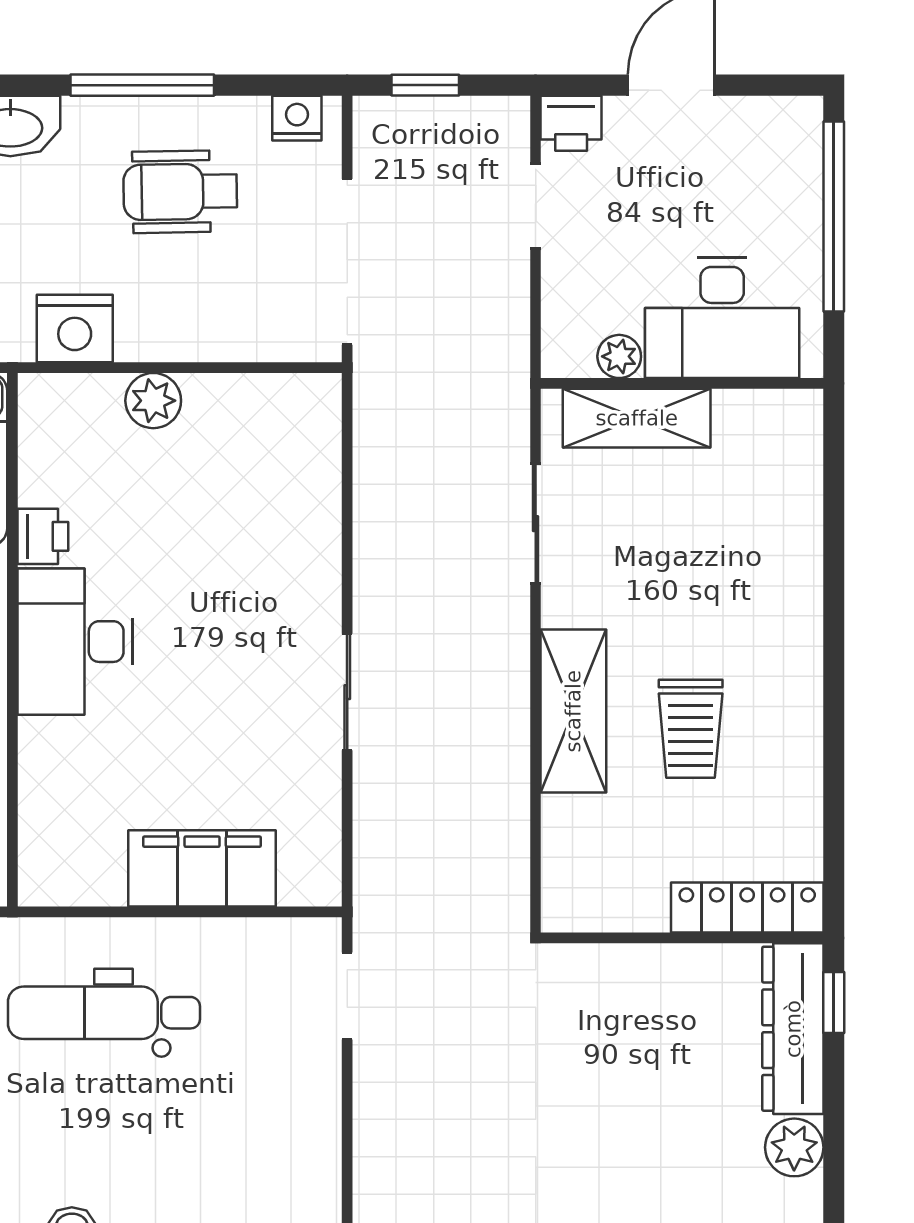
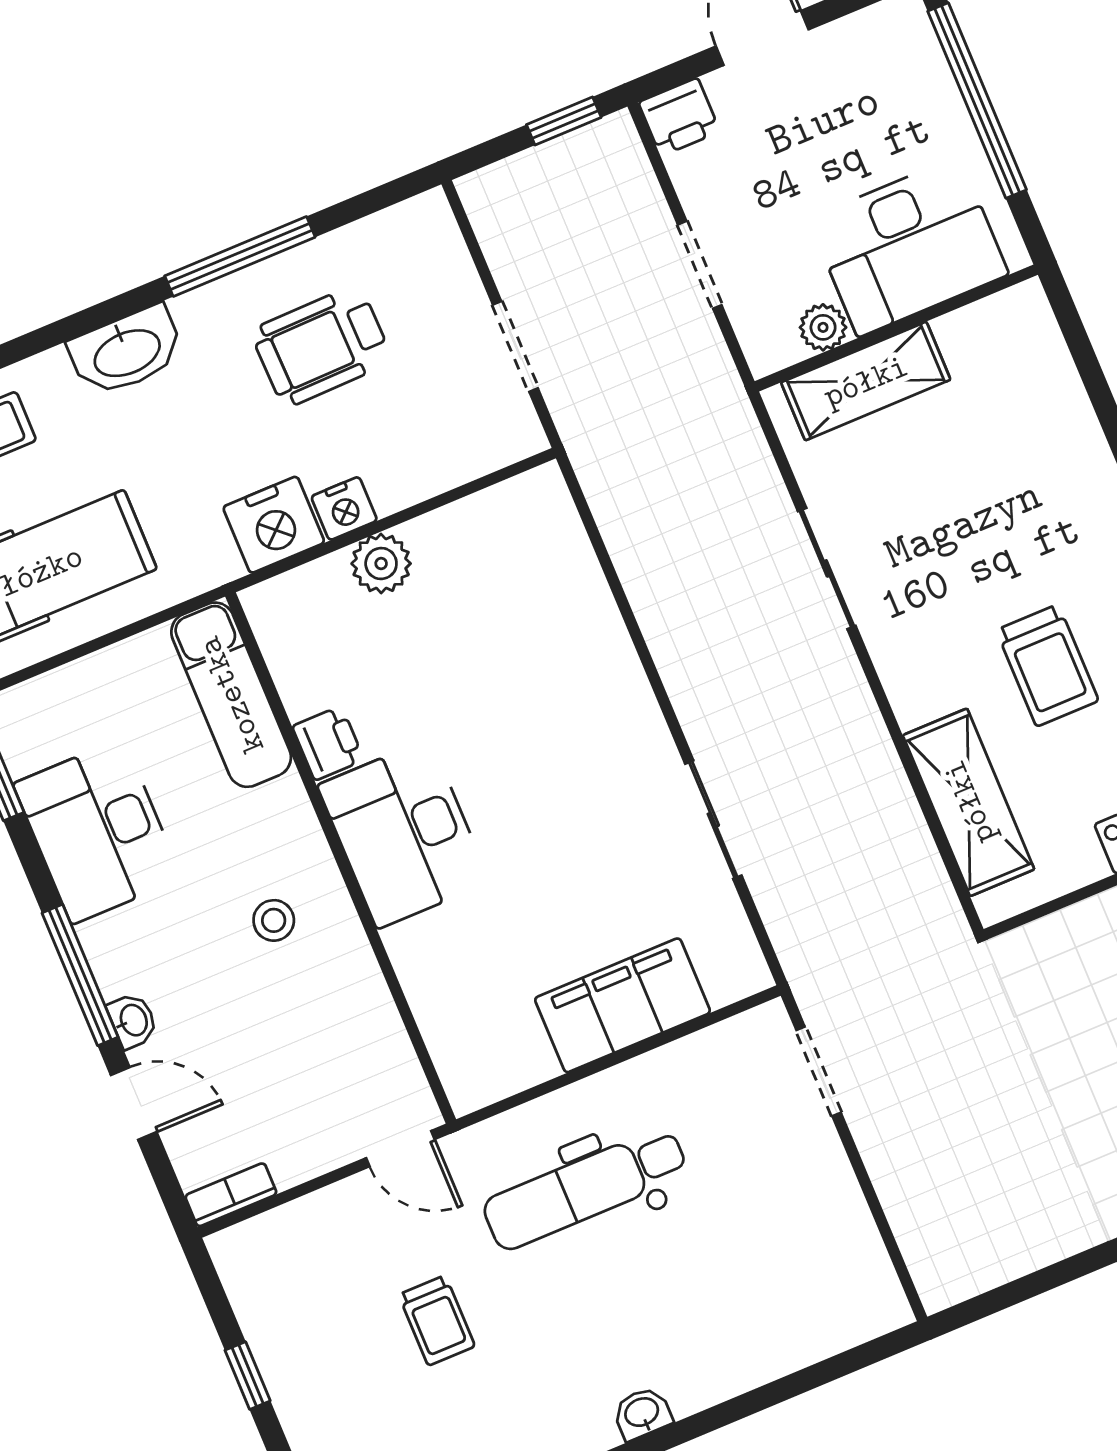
window: (425, 85) -> (564, 121), moved
nightstand: (297, 118) -> (344, 508), moved, turned 180
doorway: (536, 206) -> (700, 265), moved
doorway: (347, 262) -> (515, 346), width x0.53
sliding door: (536, 524) -> (827, 568), moved
sliding door: (347, 692) -> (713, 820), moved
shelving: (573, 711) -> (969, 802), moved

